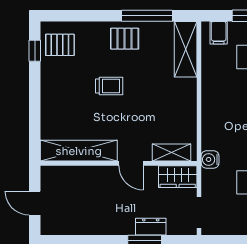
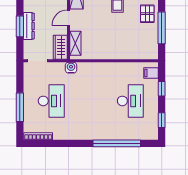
shelving: (186, 49) -> (141, 52), removed
dresser: (151, 227) -> (29, 26), width x1.44

